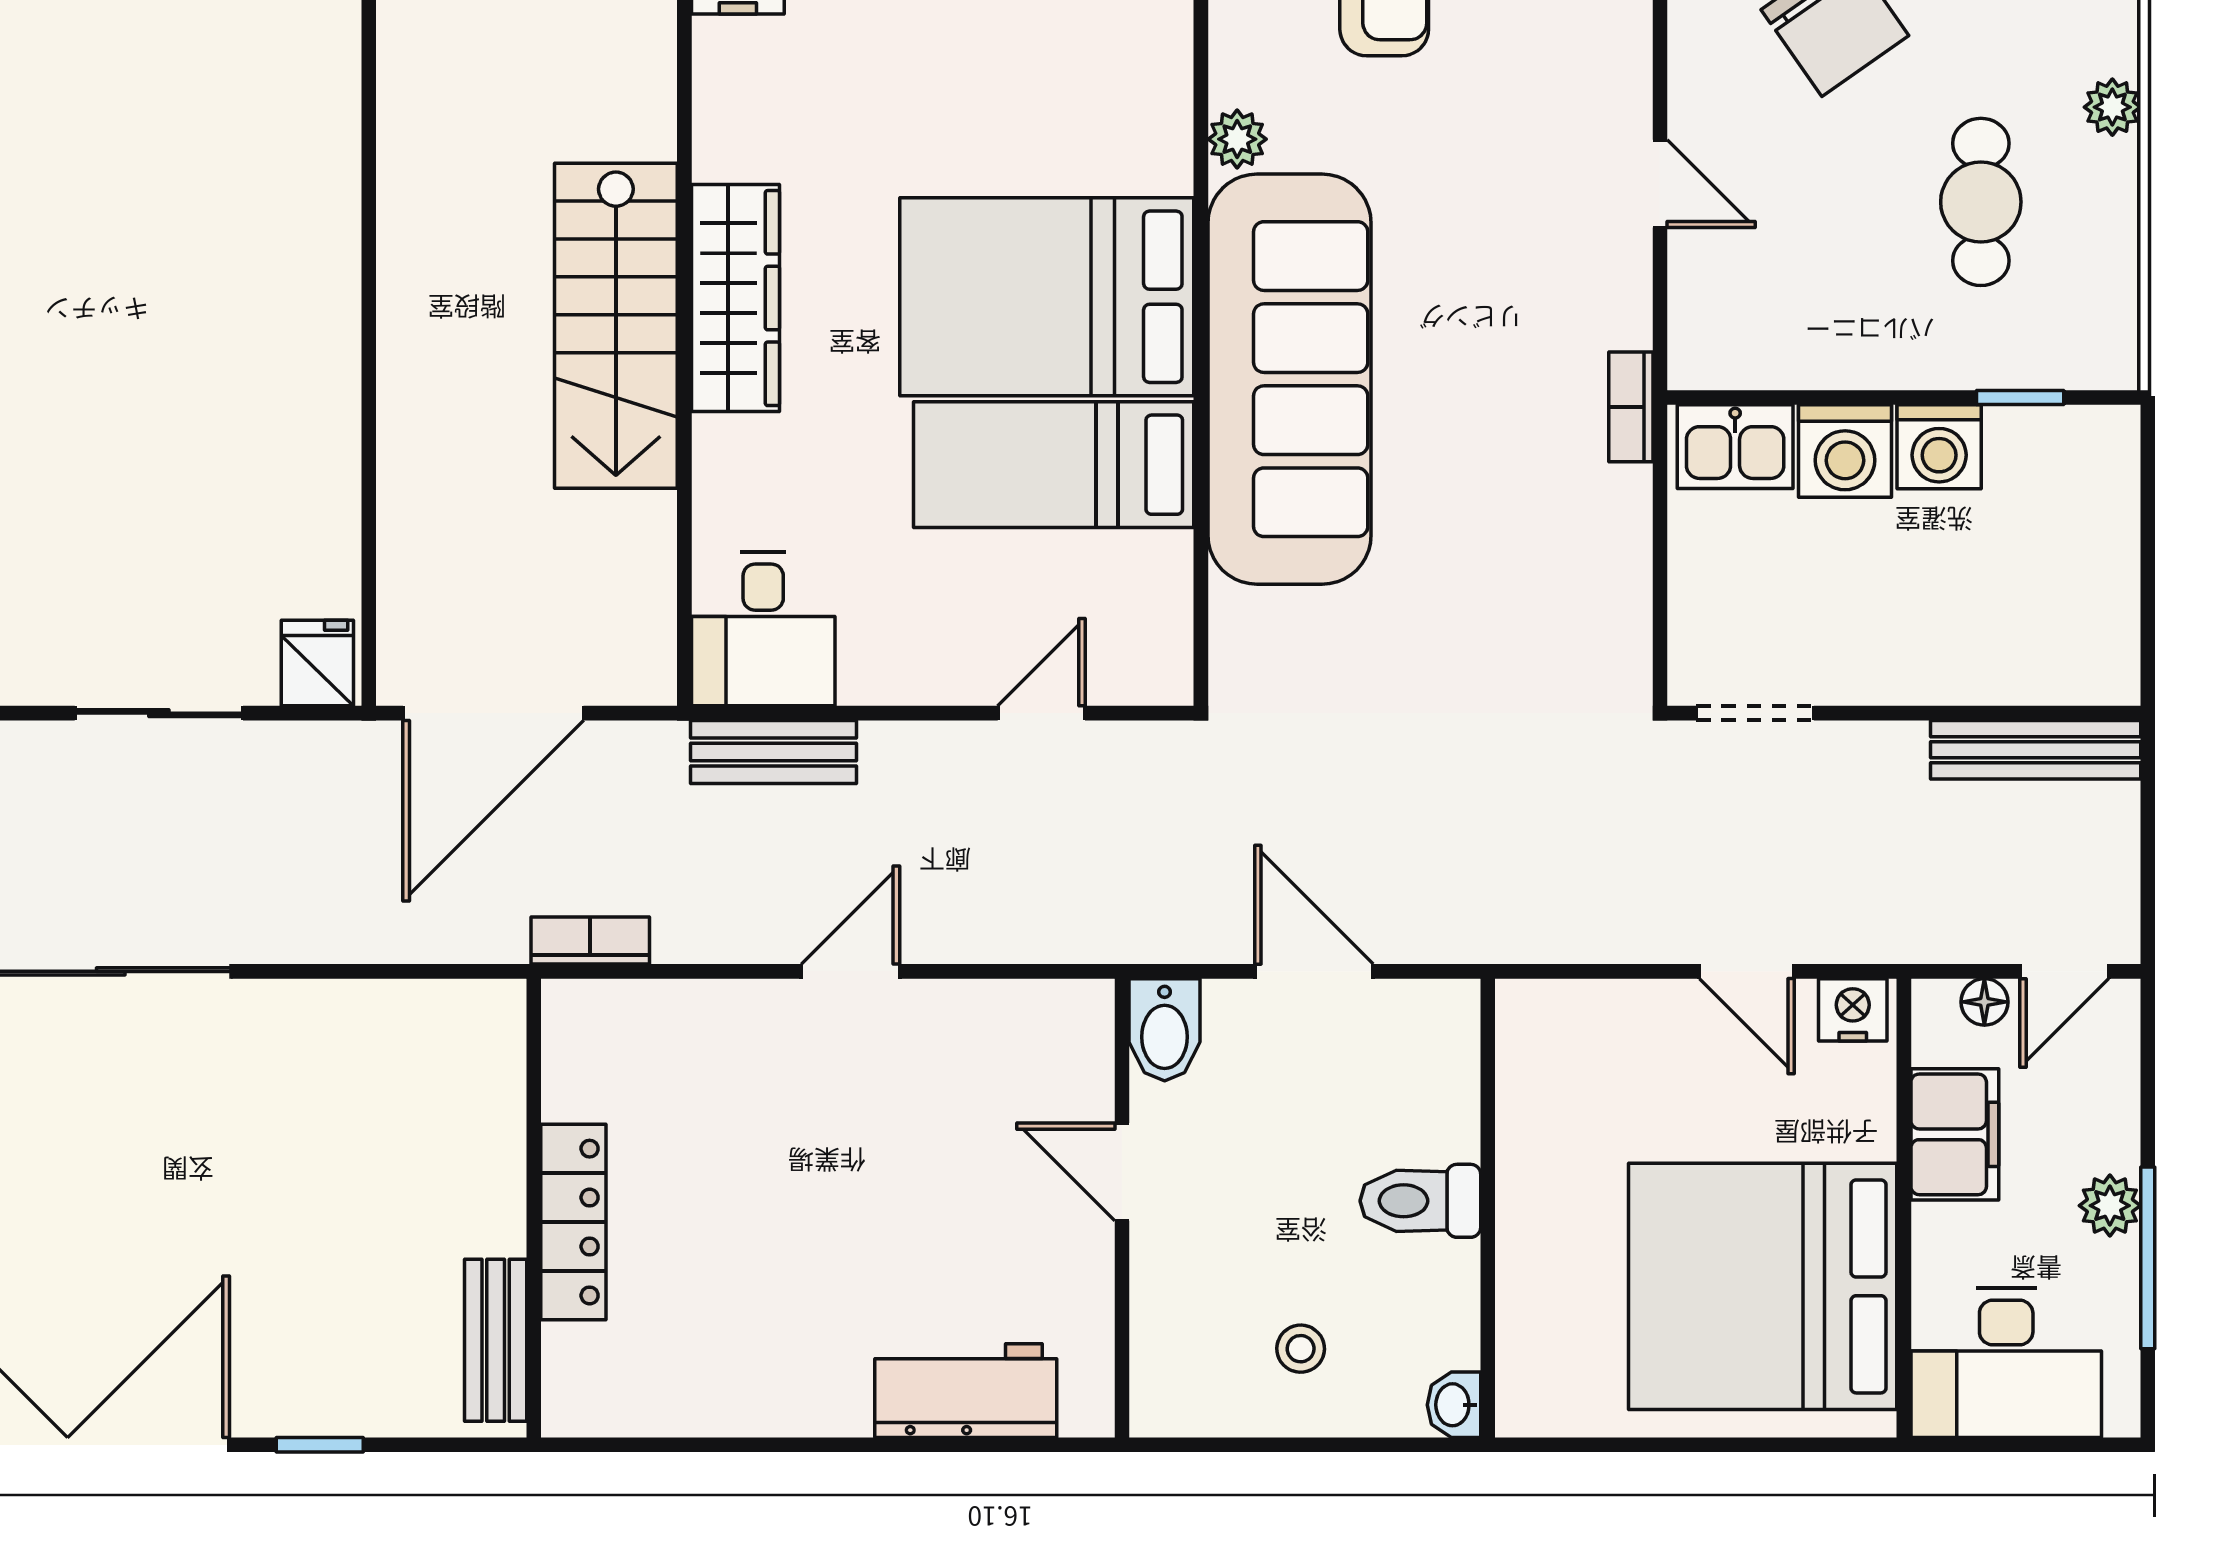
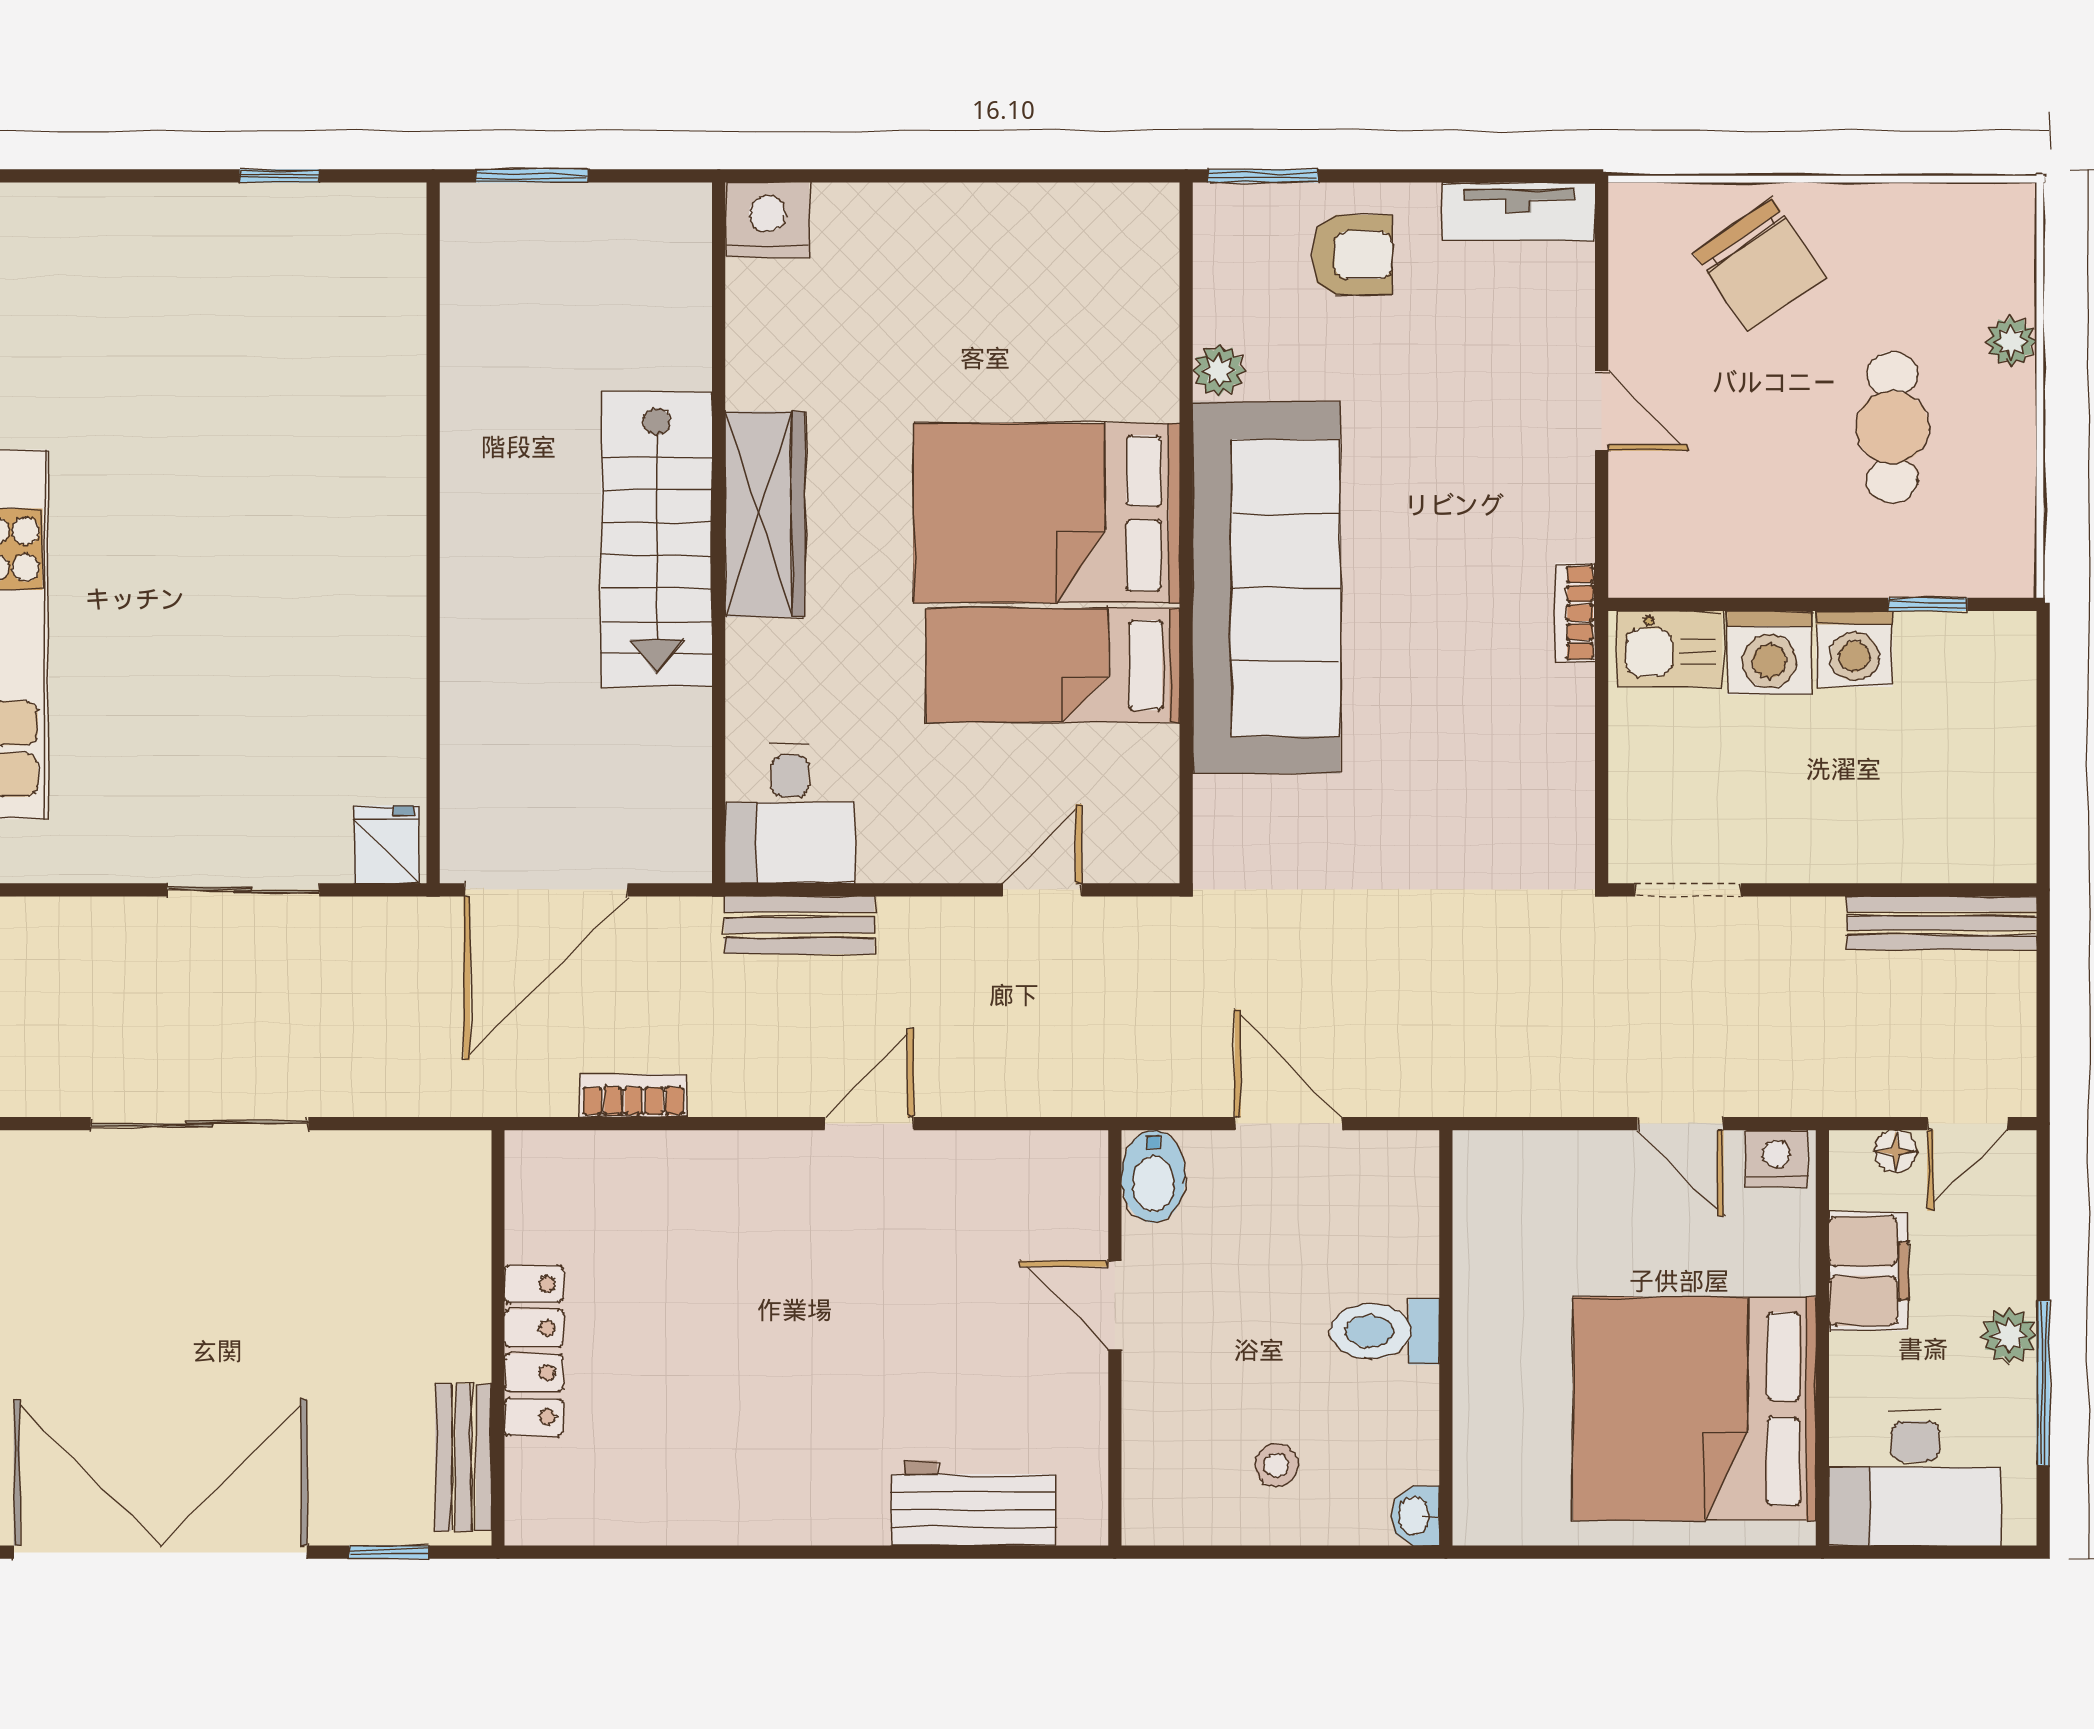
wall: (534, 1208) -> (498, 1338), moved
locker: (573, 1222) -> (534, 1351), moved
bench: (496, 1340) -> (463, 1457), moved

